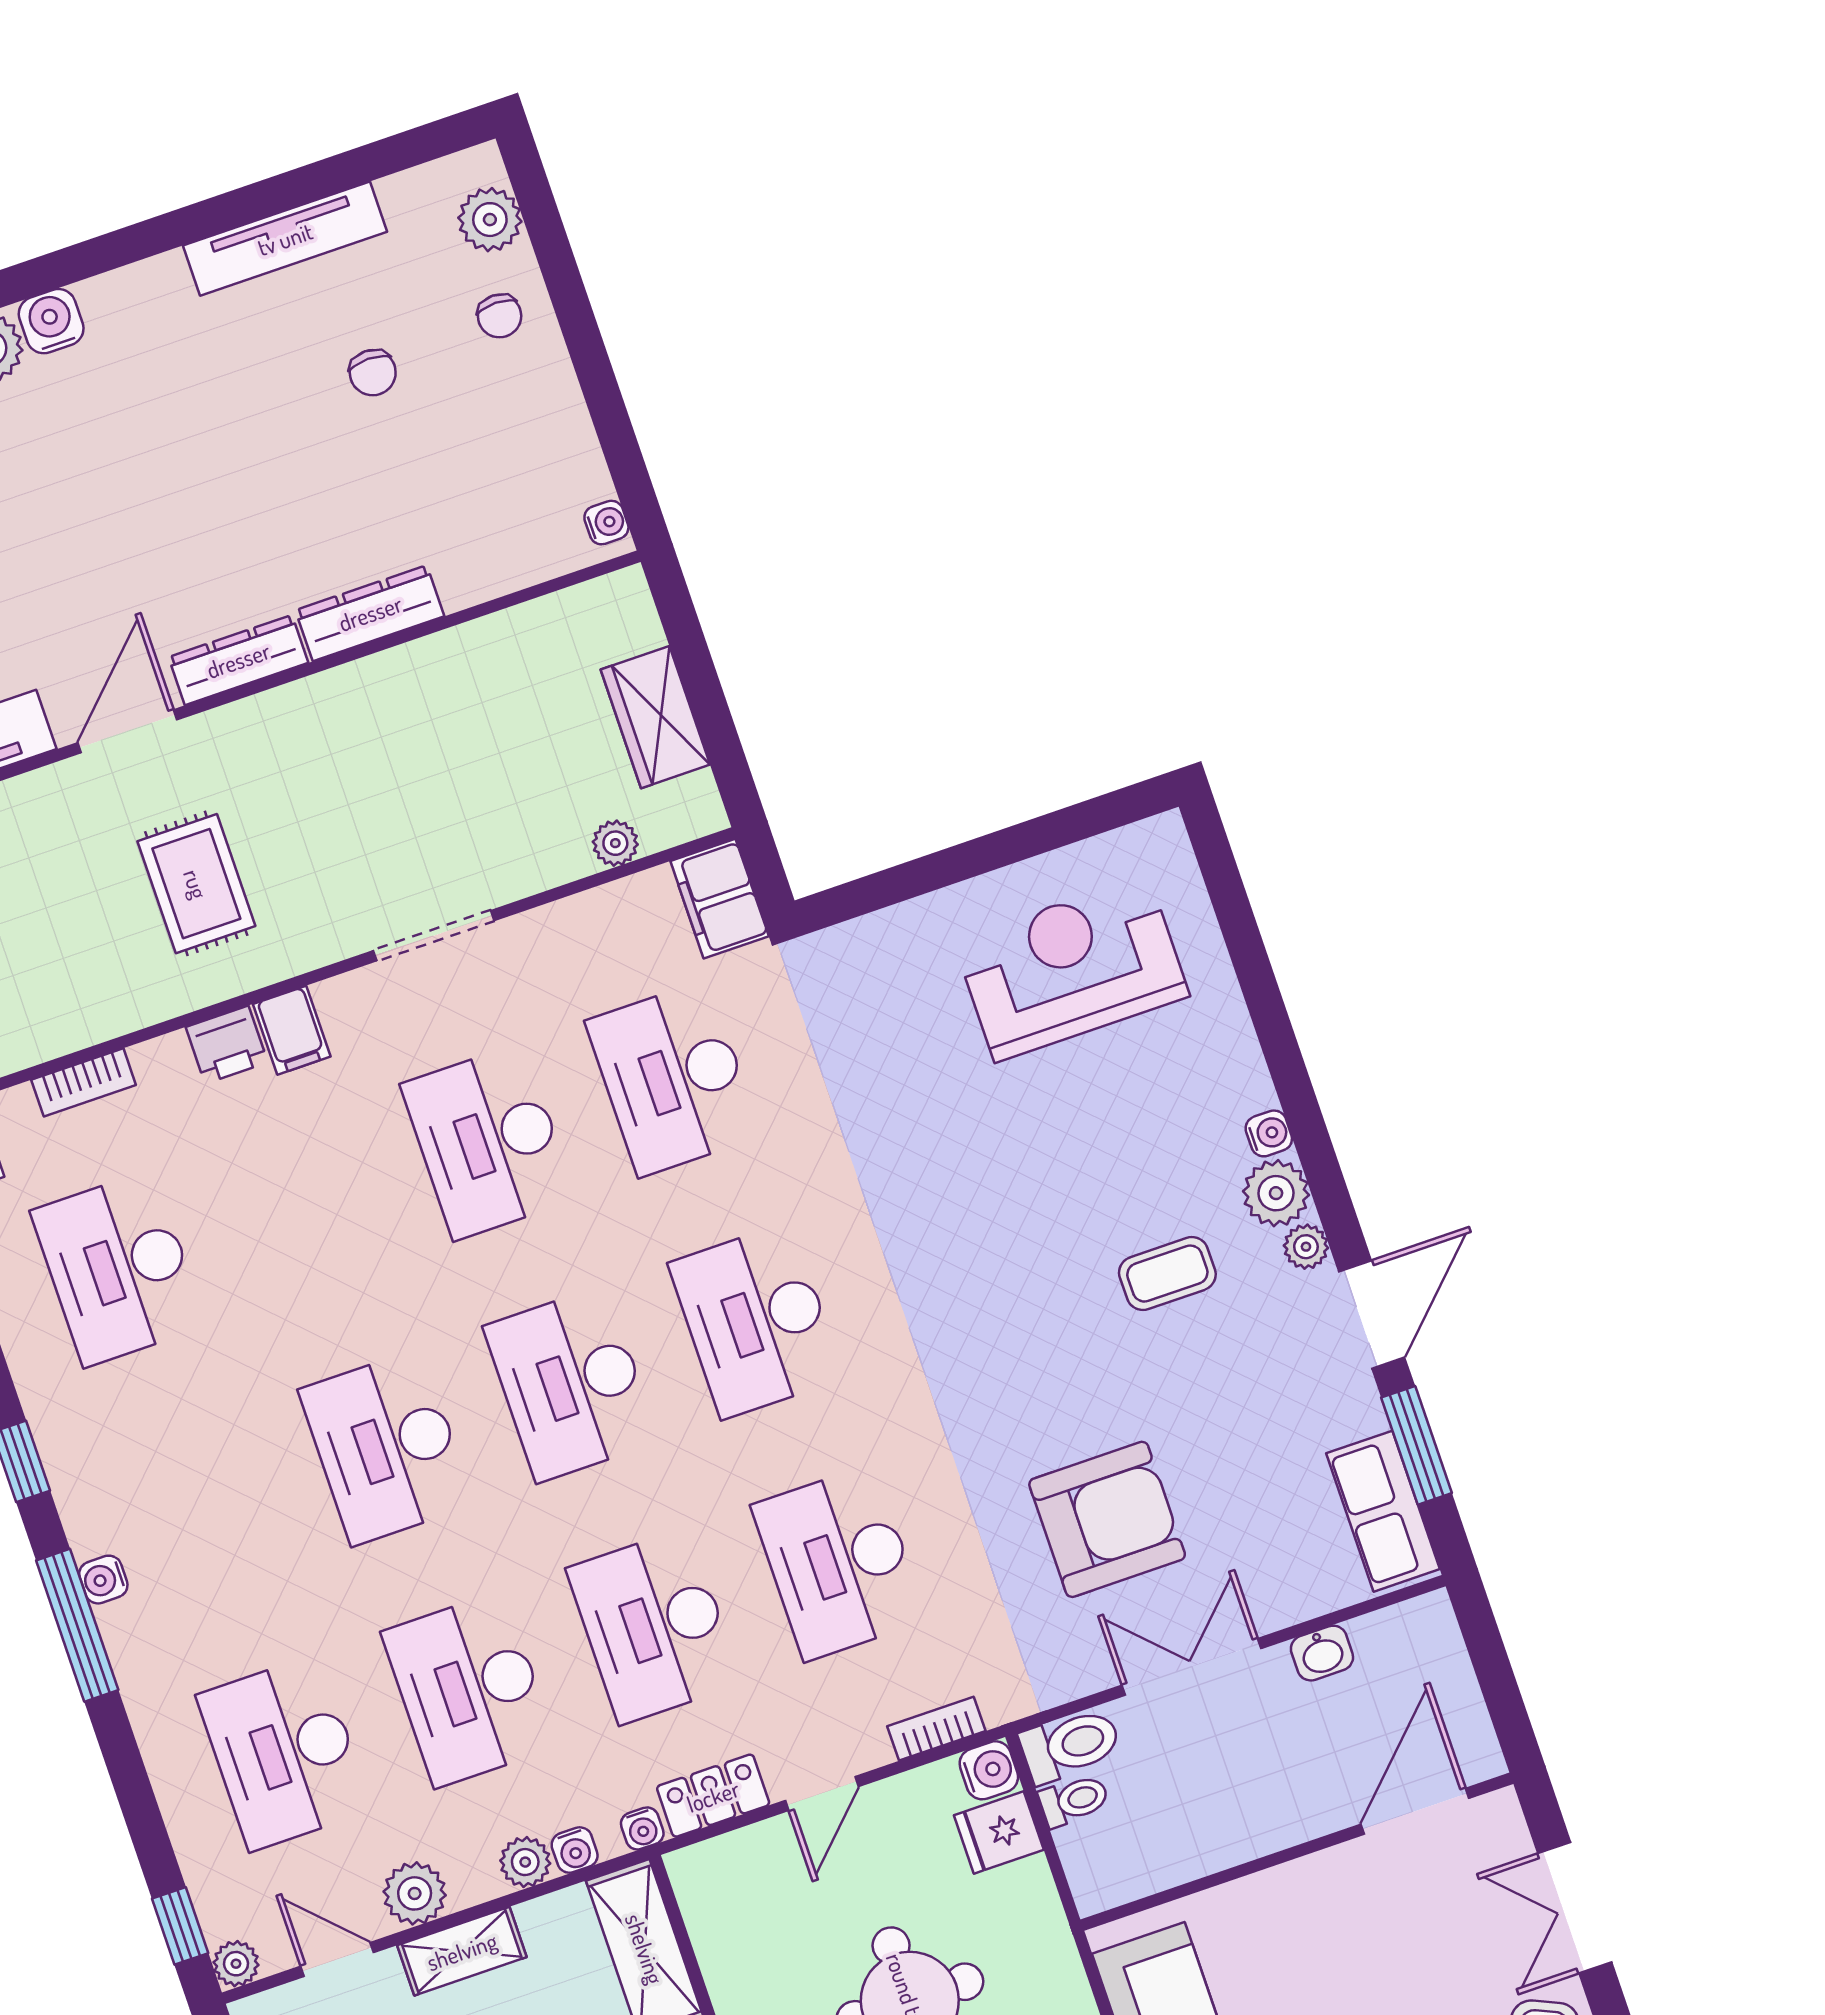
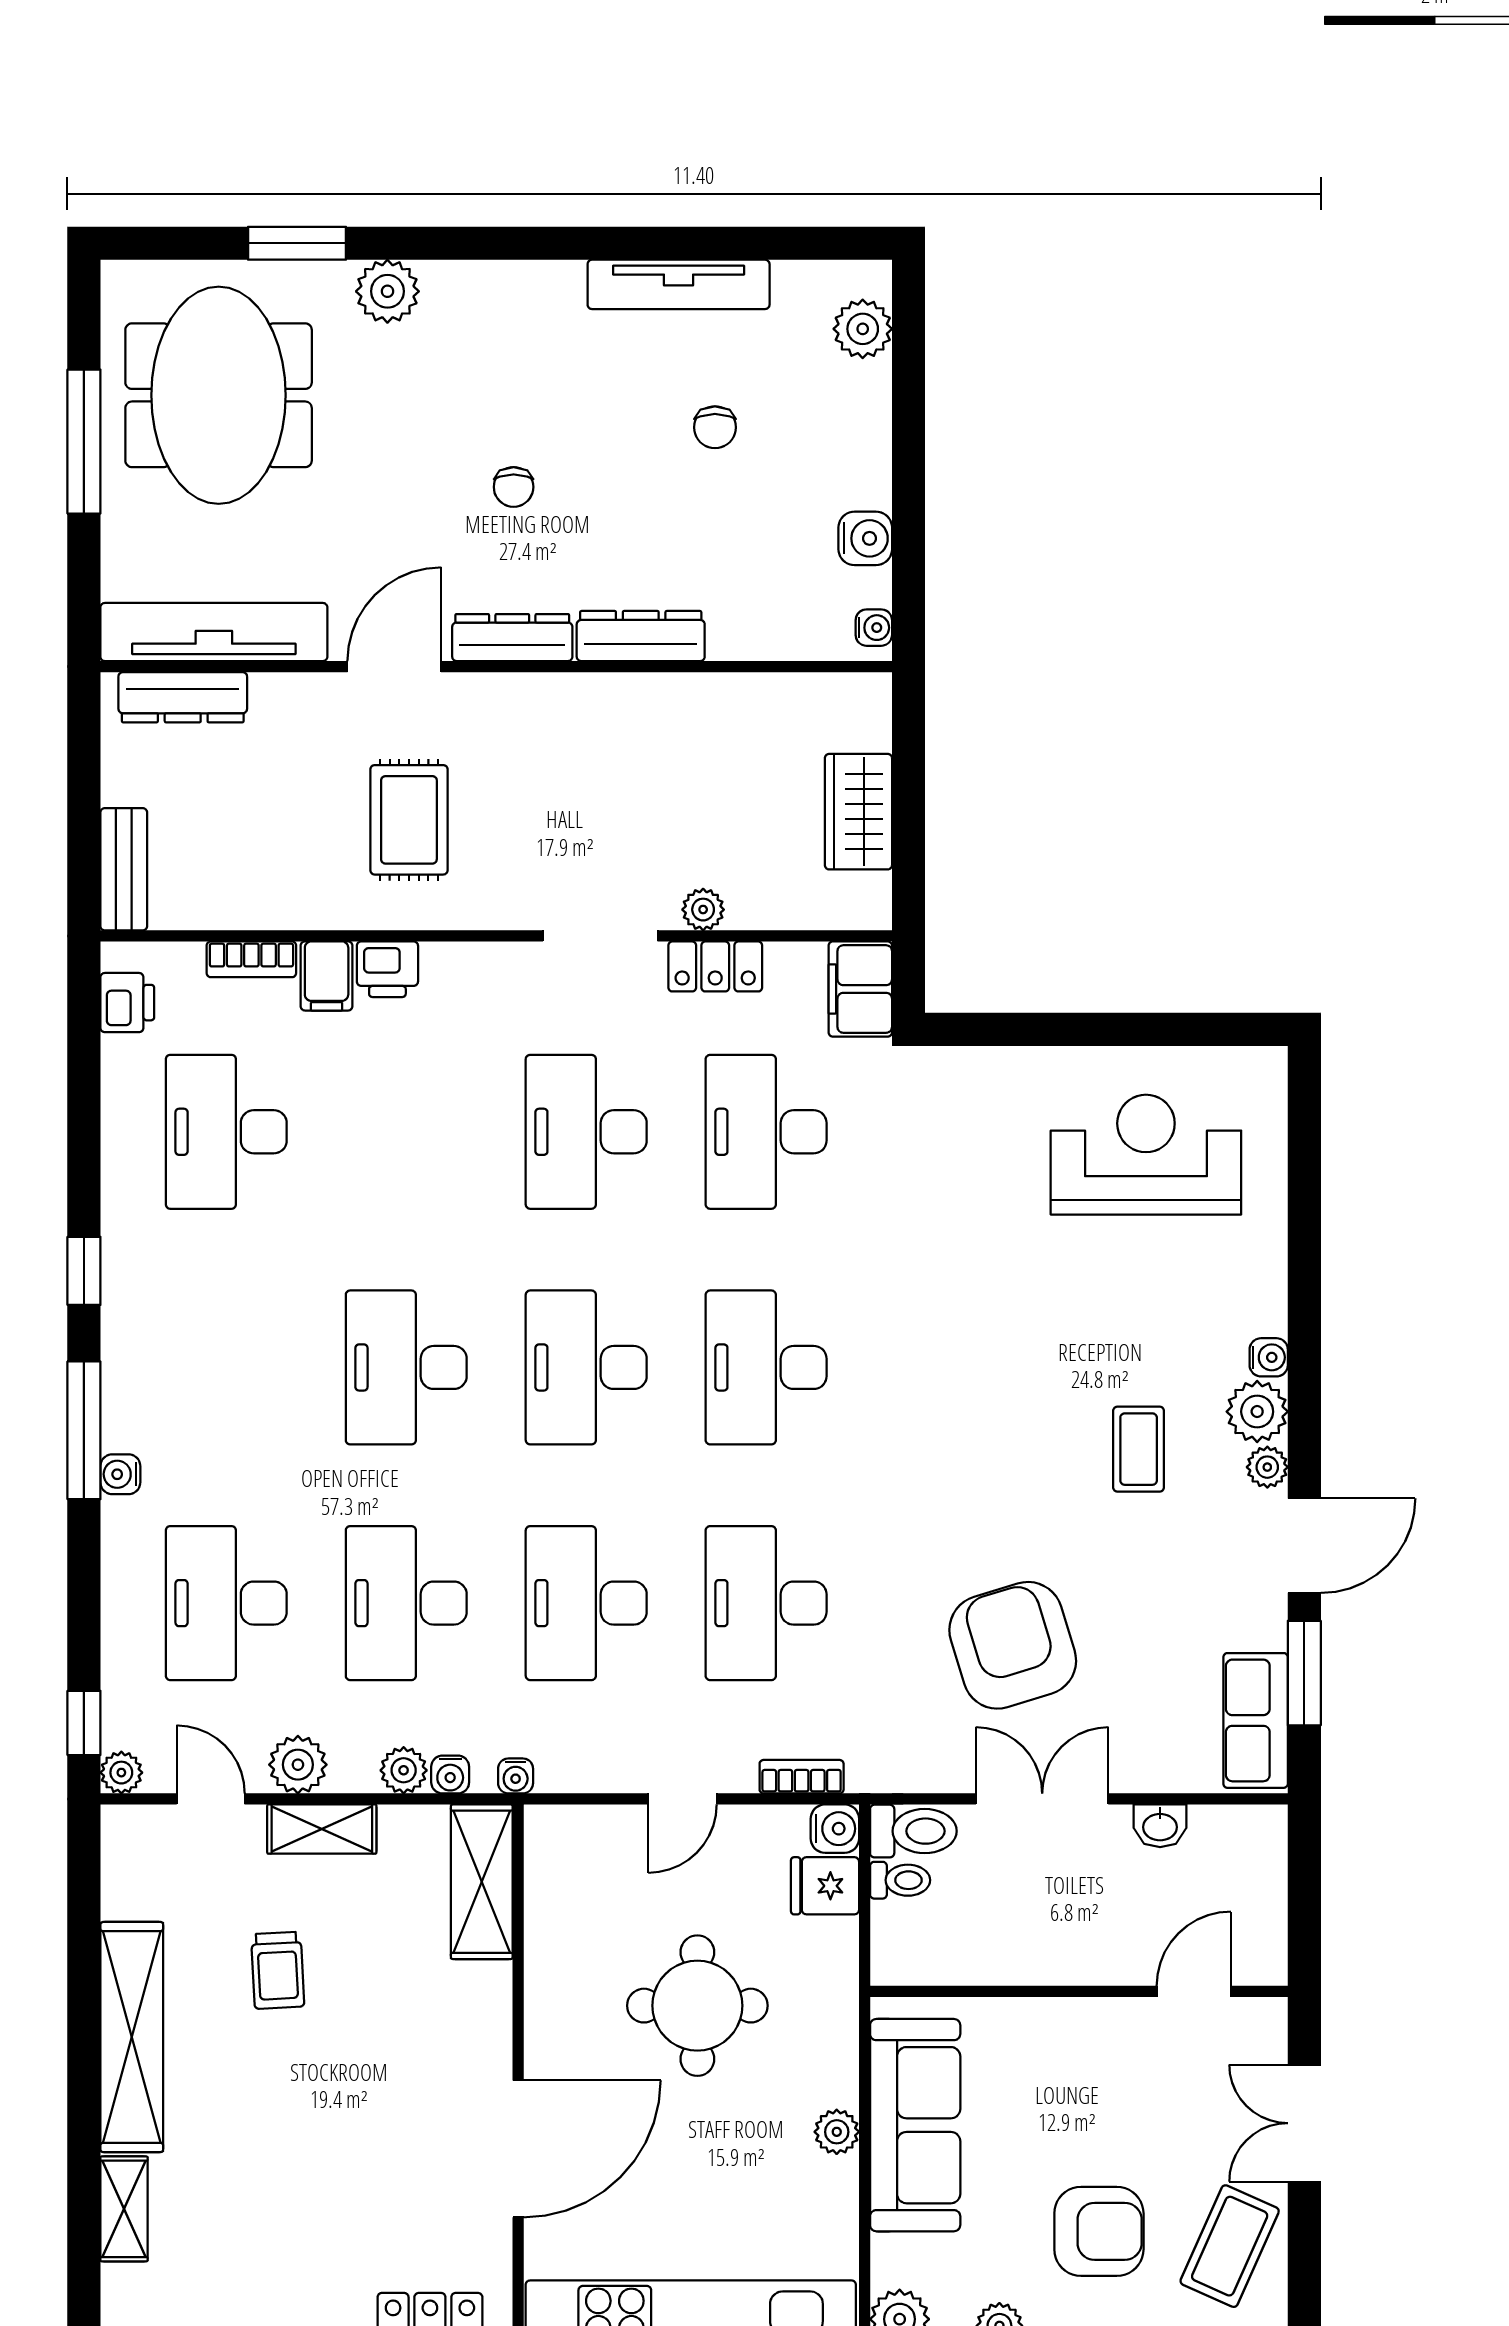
chair: (500, 316) -> (514, 487), moved
water cooler: (51, 321) -> (865, 538), moved, turned 90
plant: (615, 843) -> (703, 910), moved
filing cabinet: (292, 1030) -> (327, 976), moved
coffee table: (1167, 1274) -> (1139, 1449), turned 90
armchair: (1107, 1519) -> (1013, 1645), turned -107
water cooler: (103, 1580) -> (120, 1474), moved
locker: (713, 1796) -> (715, 966), moved, turned 180
door: (1415, 1811) -> (1194, 1991), width x0.73

